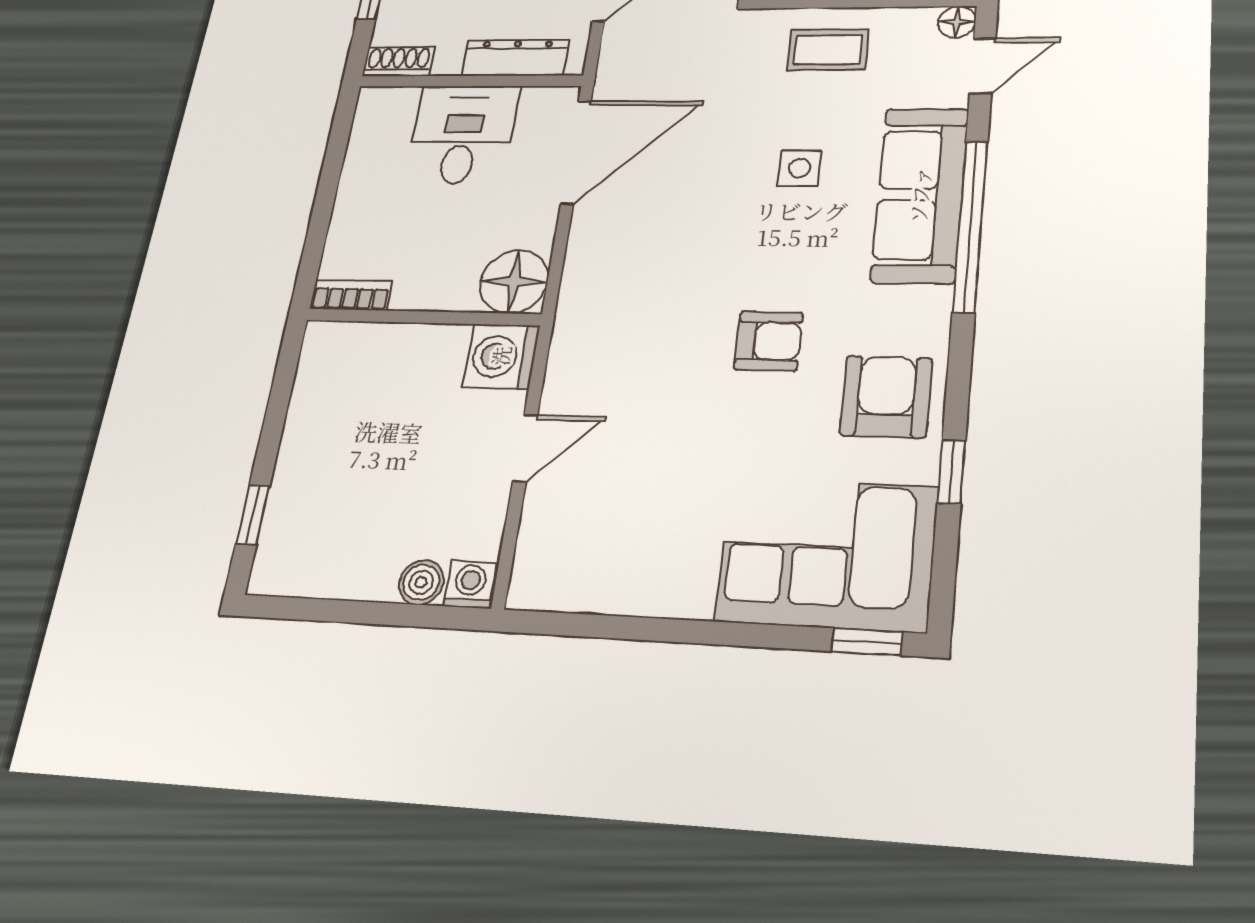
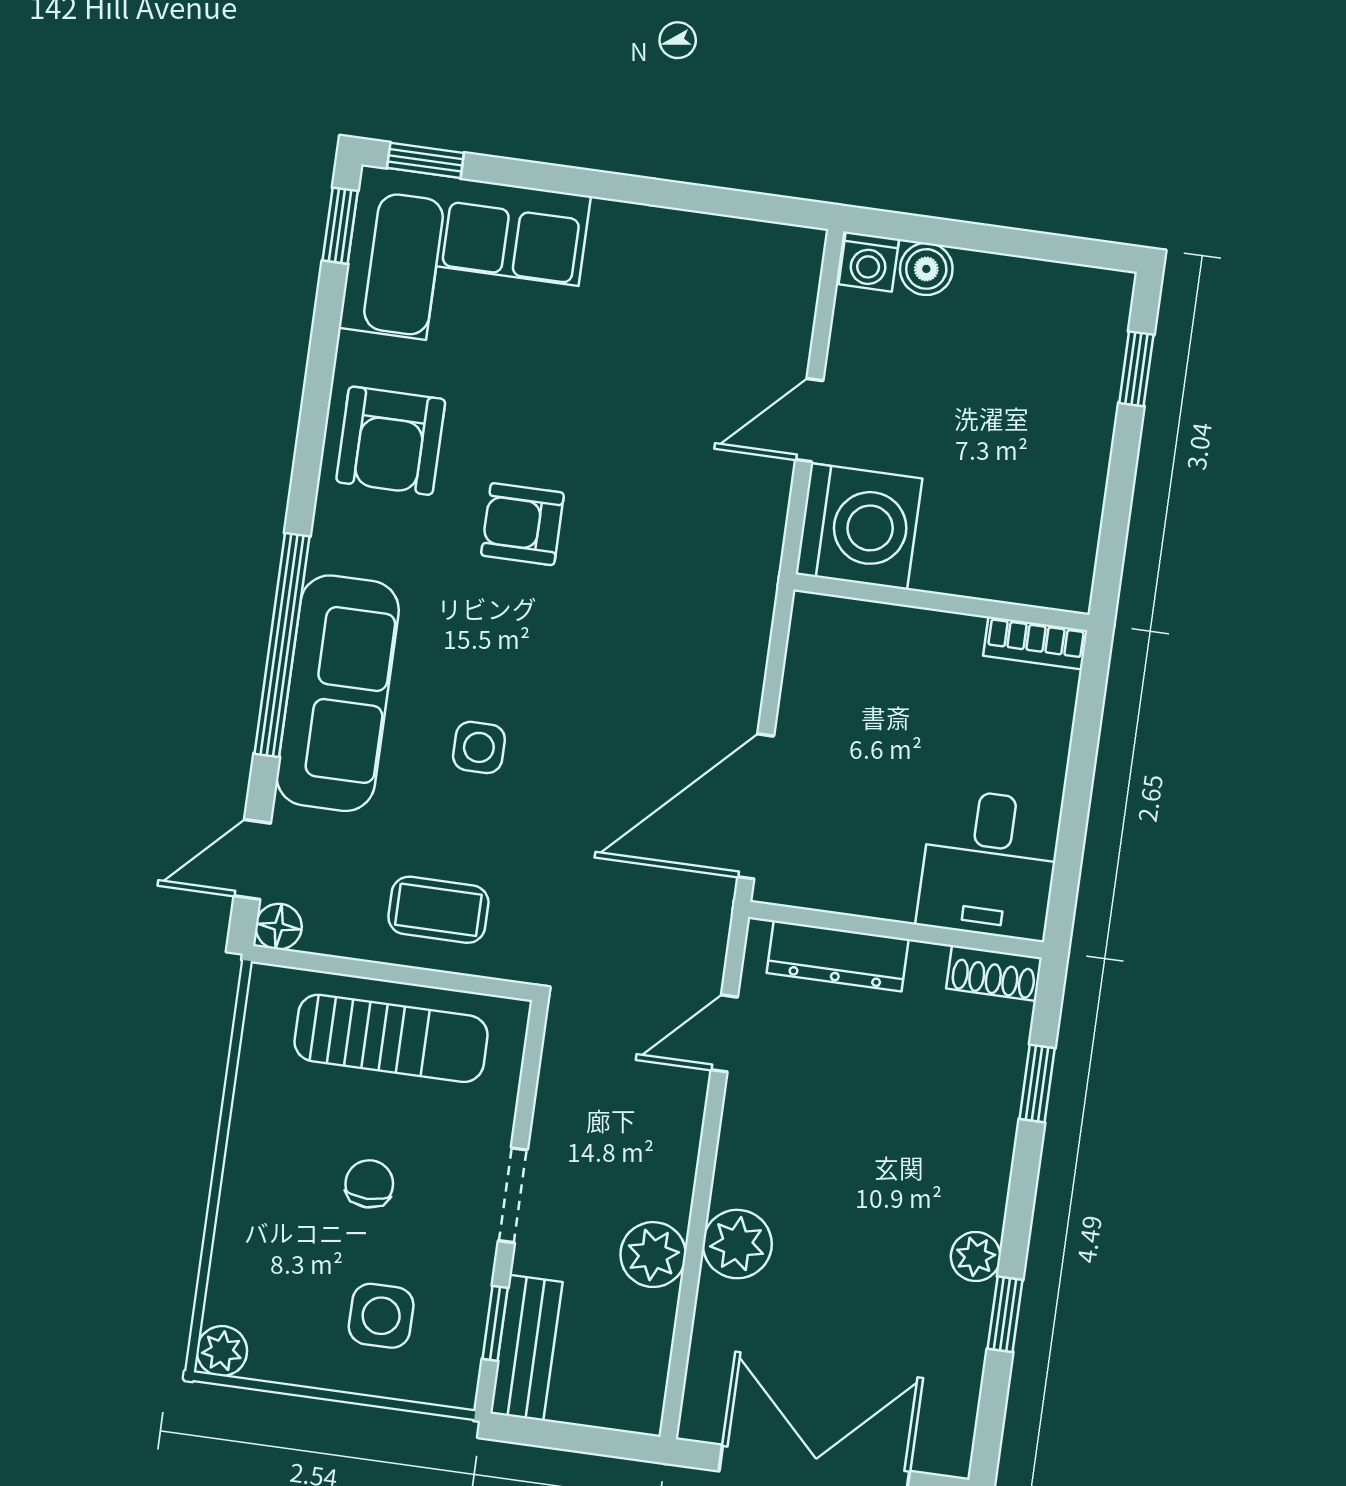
desk: (463, 134) -> (989, 864), moved
floor lamp: (514, 282) -> (829, 637), removed
washing machine: (501, 356) -> (859, 526), width x1.37, depth x1.37
window: (951, 472) -> (340, 226), moved

